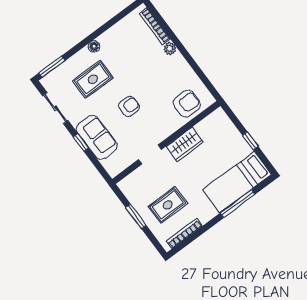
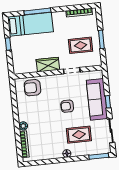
sofa: (97, 137) -> (97, 99), width x1.36
rug: (168, 205) -> (81, 45), moved

